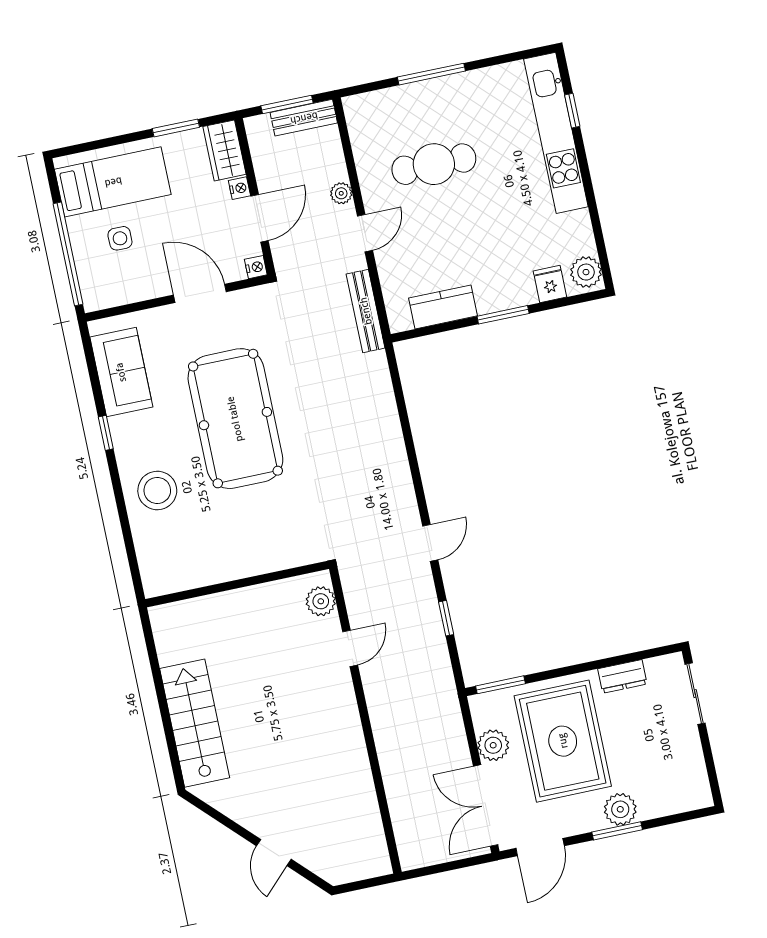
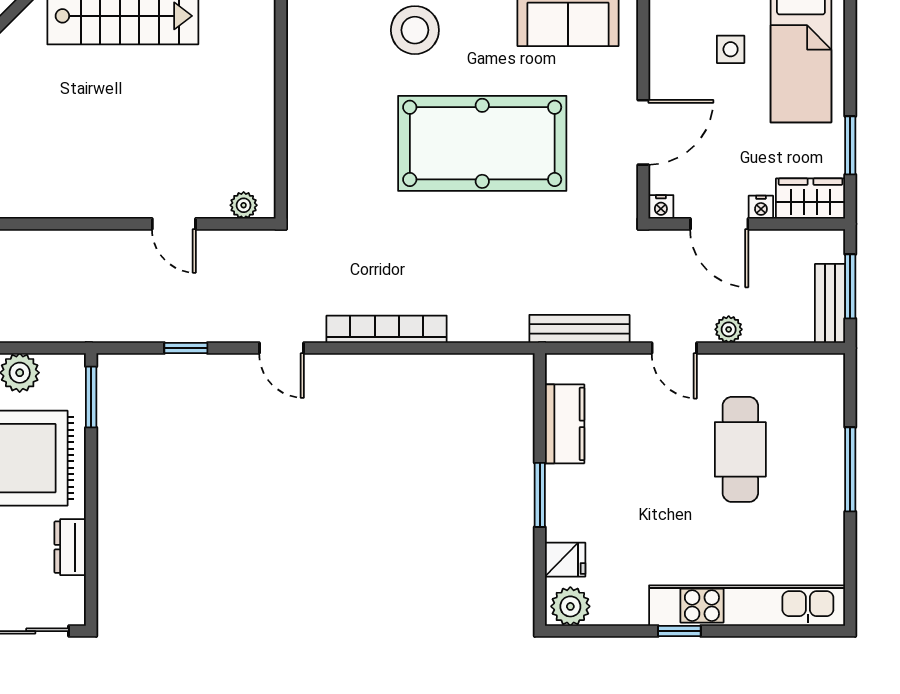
window: (572, 111) -> (679, 631), moved
bookcase: (398, 463) -> (387, 329), added
plant: (321, 601) -> (244, 205), width x0.73, depth x0.73

